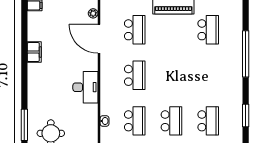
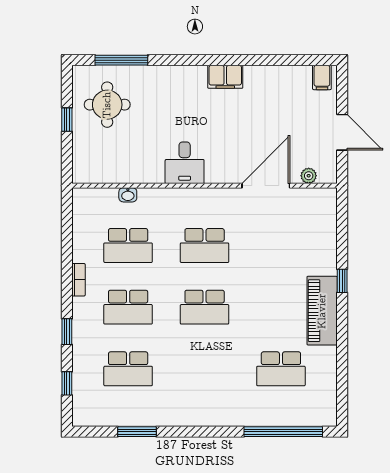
school desk: (135, 30) -> (205, 307), moved
filing cabinet: (34, 52) -> (225, 77), moved
window: (246, 54) -> (283, 432), moved
desk: (85, 87) -> (185, 163), width x0.73

